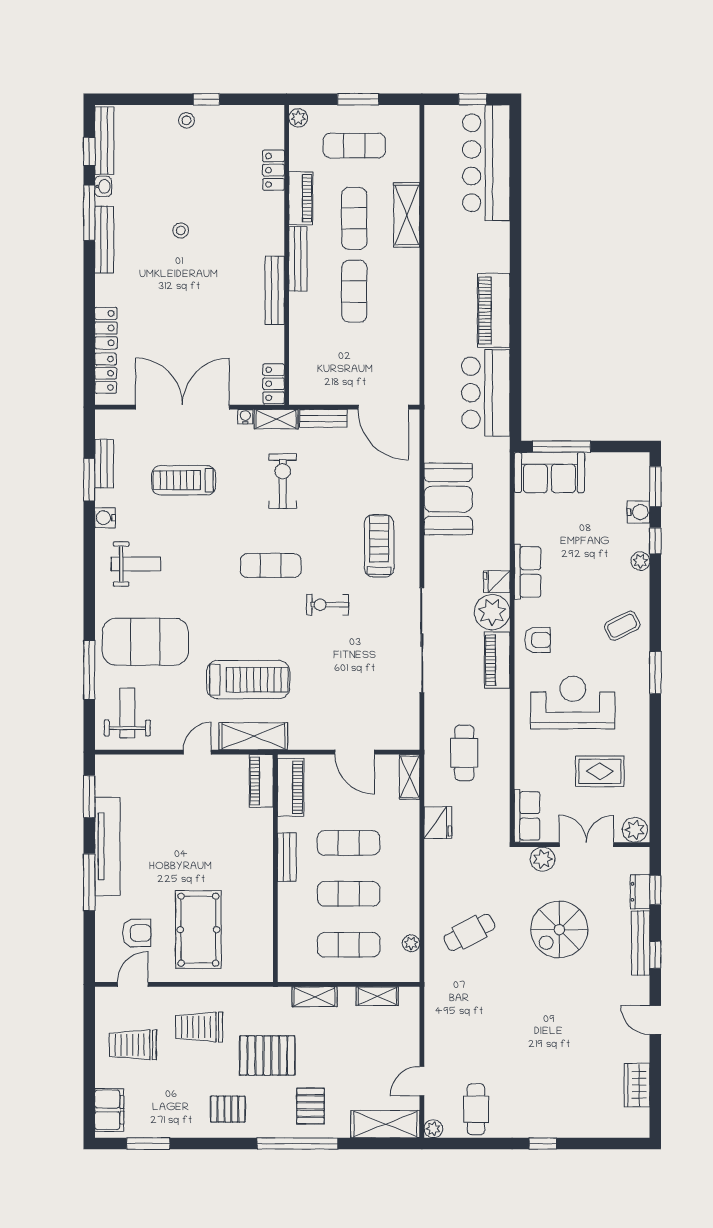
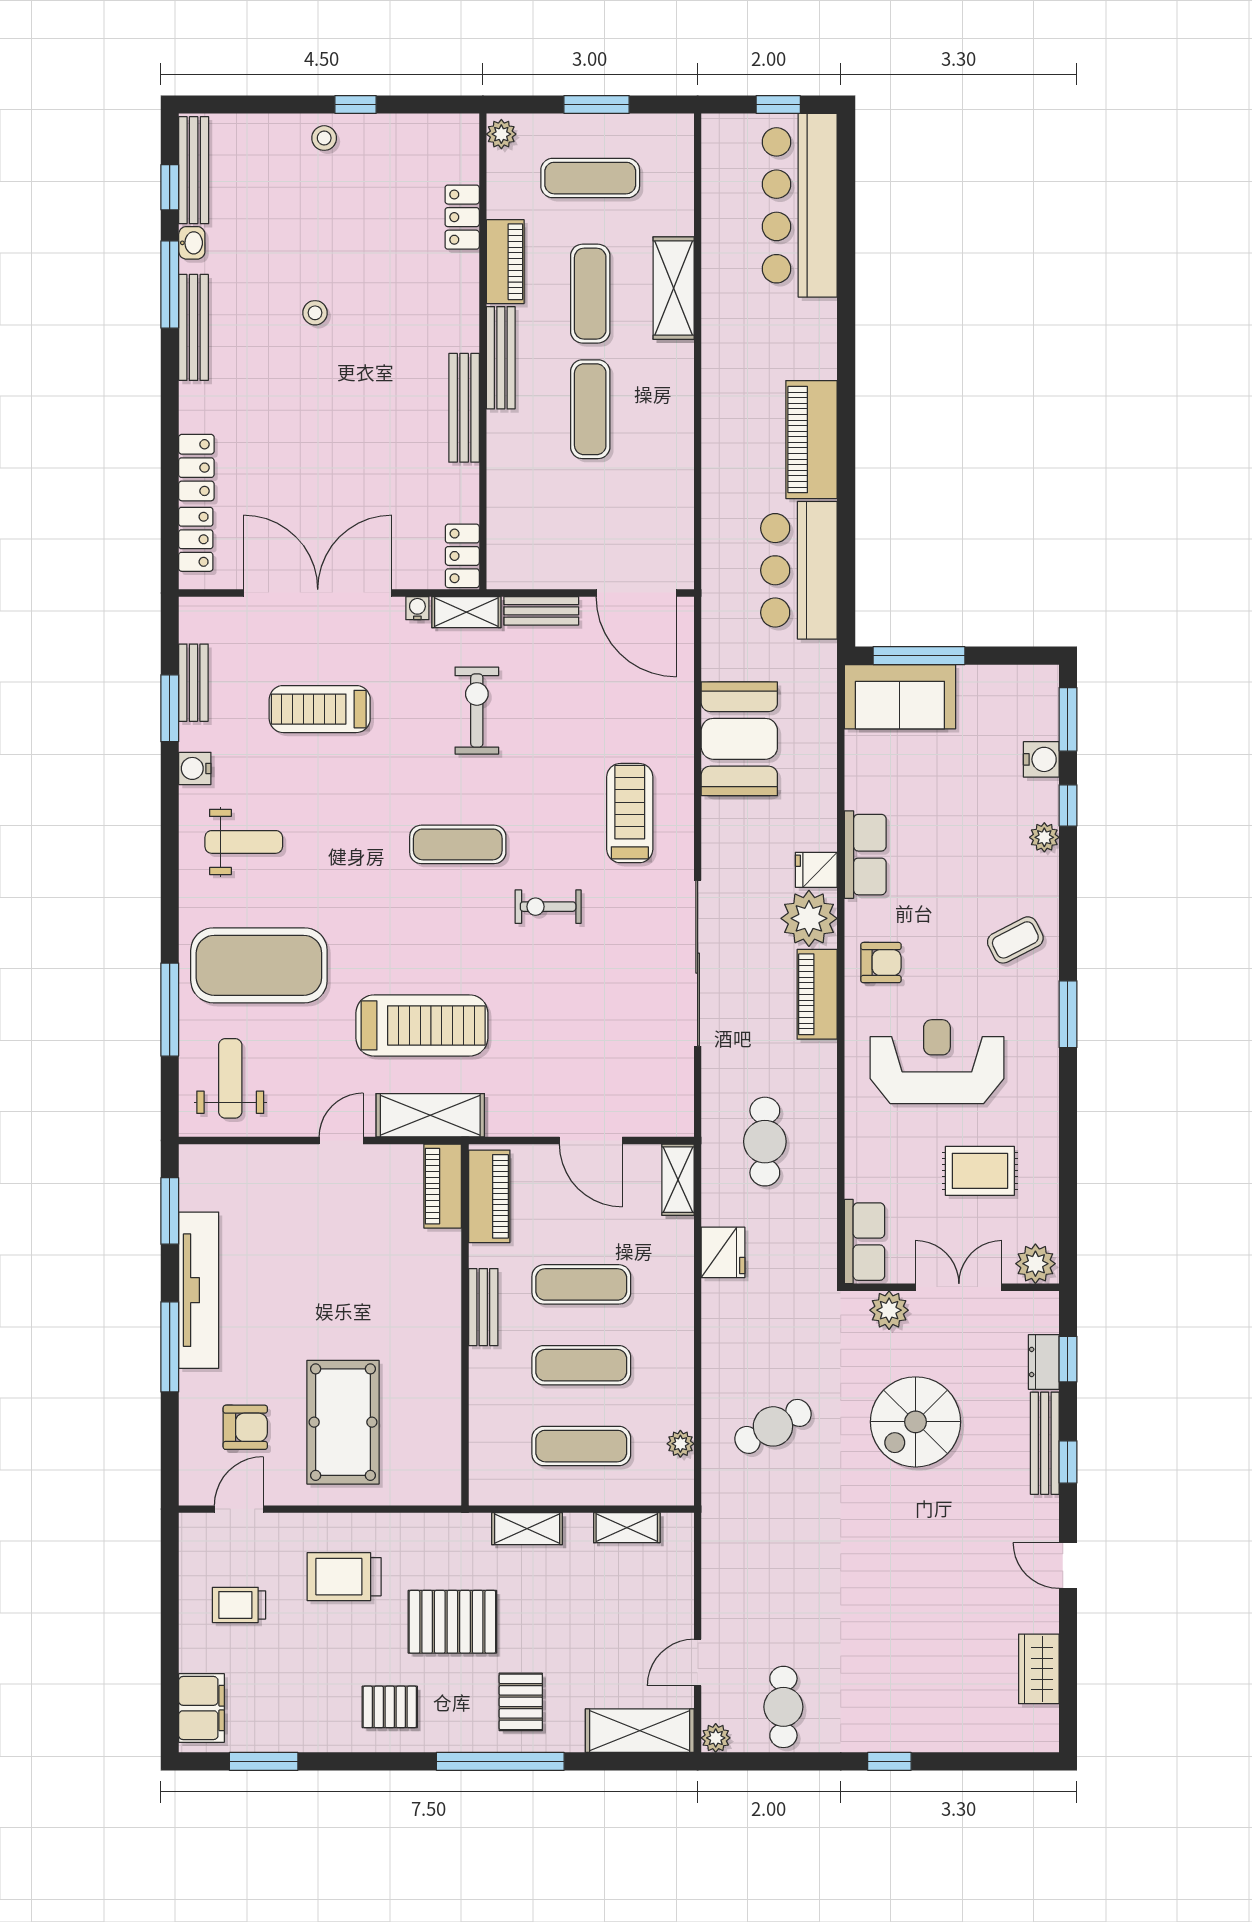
trolley: (133, 1045) -> (239, 1605), width x0.73, depth x0.72

